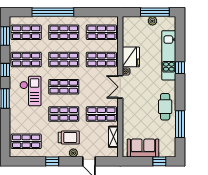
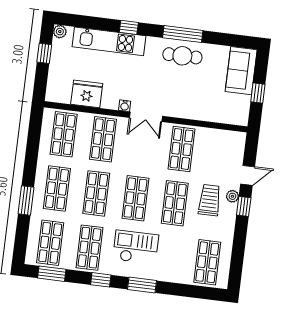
window: (53, 12) -> (26, 201), width x0.47
window: (155, 12) -> (44, 53), width x0.46
plant: (152, 21) -> (60, 32), moved
fridge: (131, 57) -> (87, 94), moved
window: (180, 124) -> (183, 34), moved
shelving: (113, 137) -> (216, 136), removed
sofa: (143, 148) -> (241, 71), moved
window: (52, 161) -> (244, 206), moved
window: (159, 161) -> (258, 93), moved

